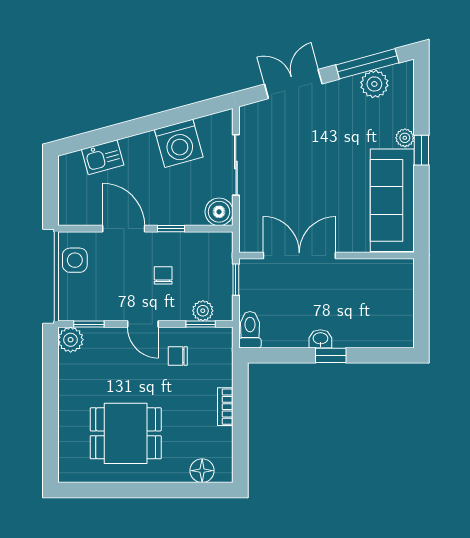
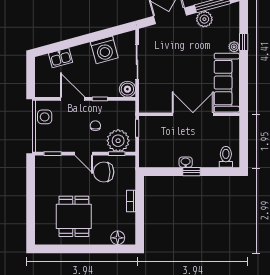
plant: (374, 84) -> (204, 19), moved
window: (421, 150) -> (244, 42), moved
double door: (299, 256) -> (193, 114), moved
plant: (203, 311) -> (118, 141), width x1.88, depth x1.88
toilet: (250, 330) -> (226, 157), moved
plant: (71, 340) -> (42, 163), removed
chair: (178, 356) -> (104, 172), width x1.87, depth x1.87
dining table: (126, 433) -> (74, 216), turned 90

